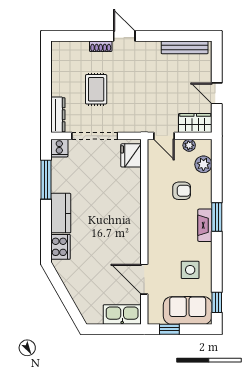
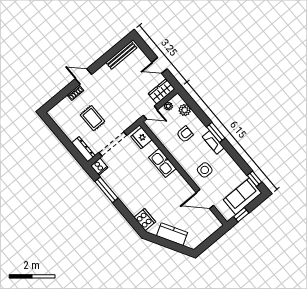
kitchen counter: (61, 213) -> (172, 234), moved, turned -30
side table: (190, 270) -> (205, 170), moved
kitchen sink: (122, 314) -> (162, 163), moved, turned -90

